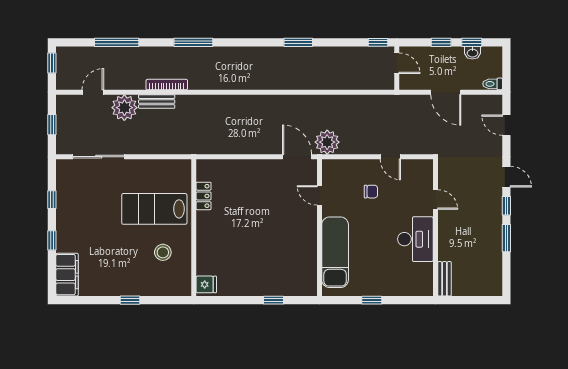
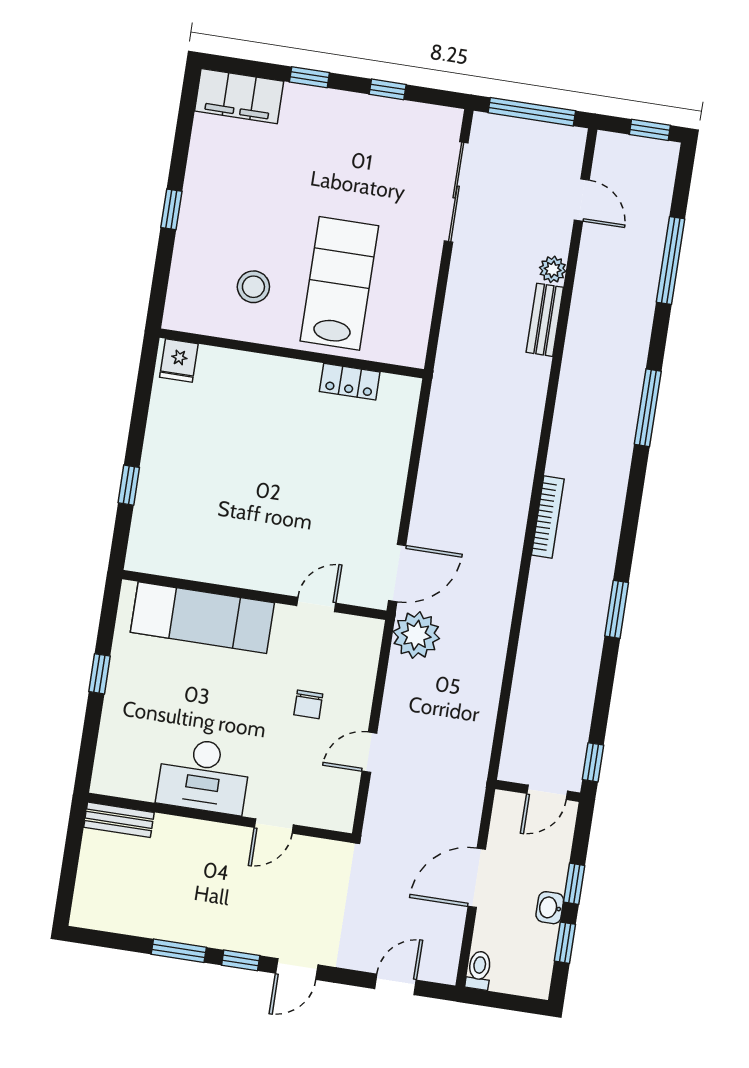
washbasin: (472, 53) -> (550, 908), moved
bookcase: (167, 85) -> (548, 517), moved
plant: (124, 108) -> (553, 269), width x0.53, depth x0.53
window: (52, 125) -> (532, 112), width x2.17

